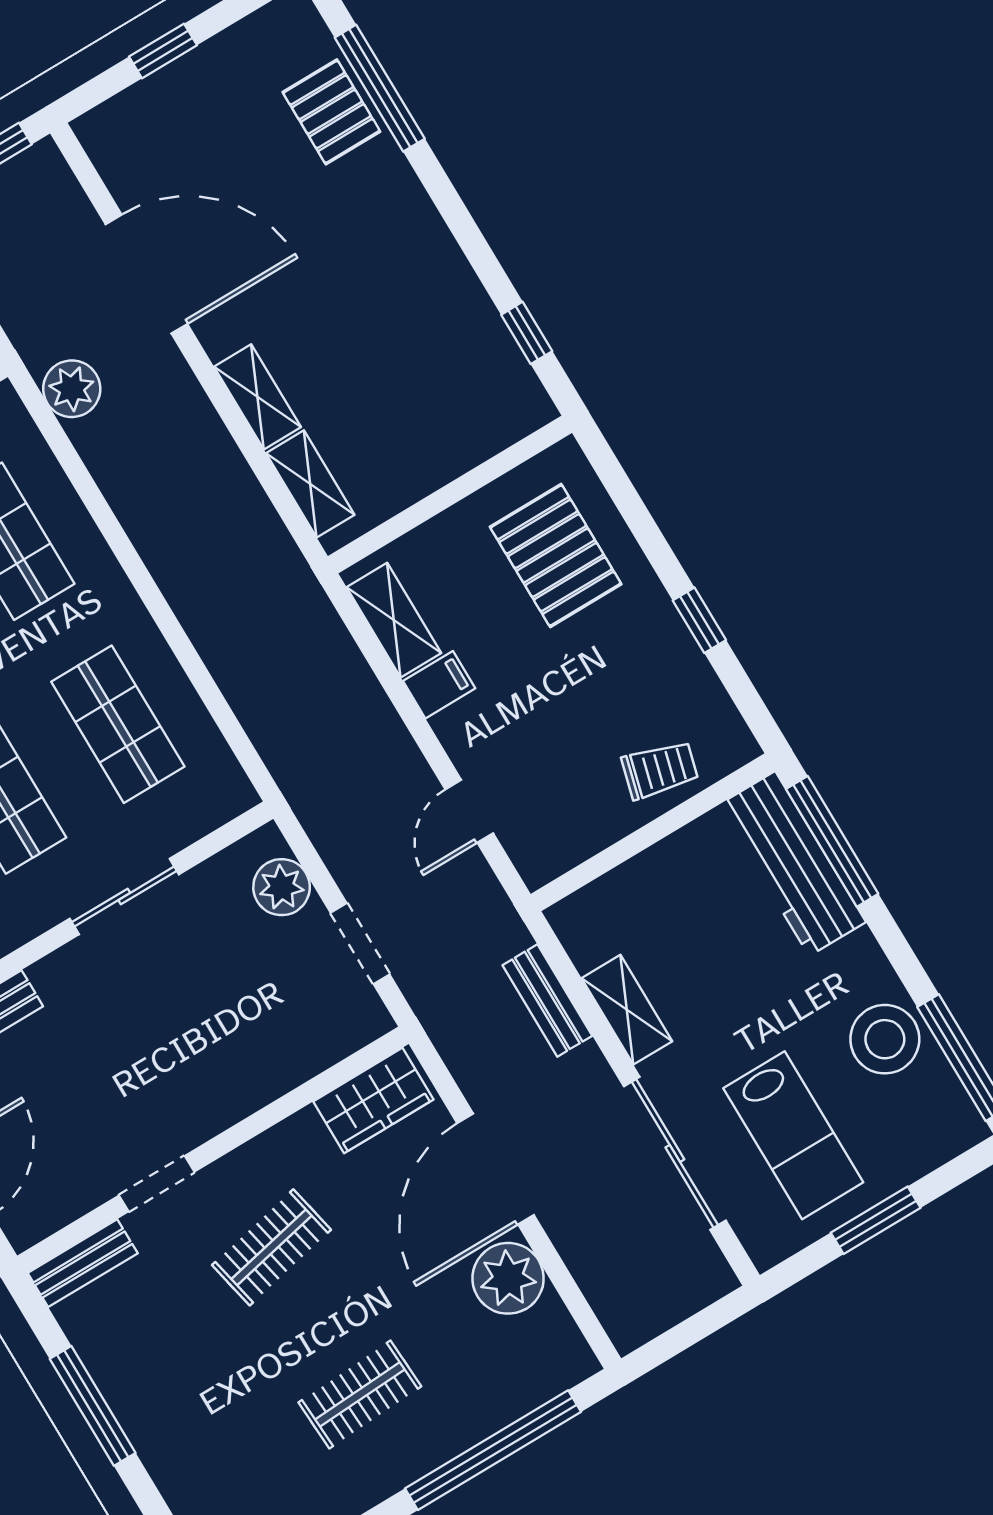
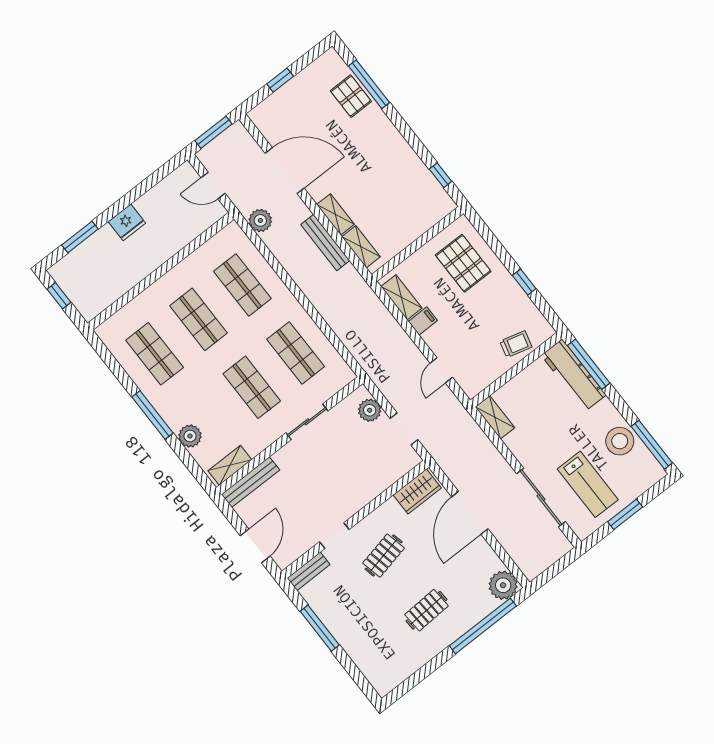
bench: (547, 1000) -> (325, 242), moved, width x1.36
shelving: (627, 1010) -> (495, 417), moved
plant: (508, 1278) -> (503, 585), moved

